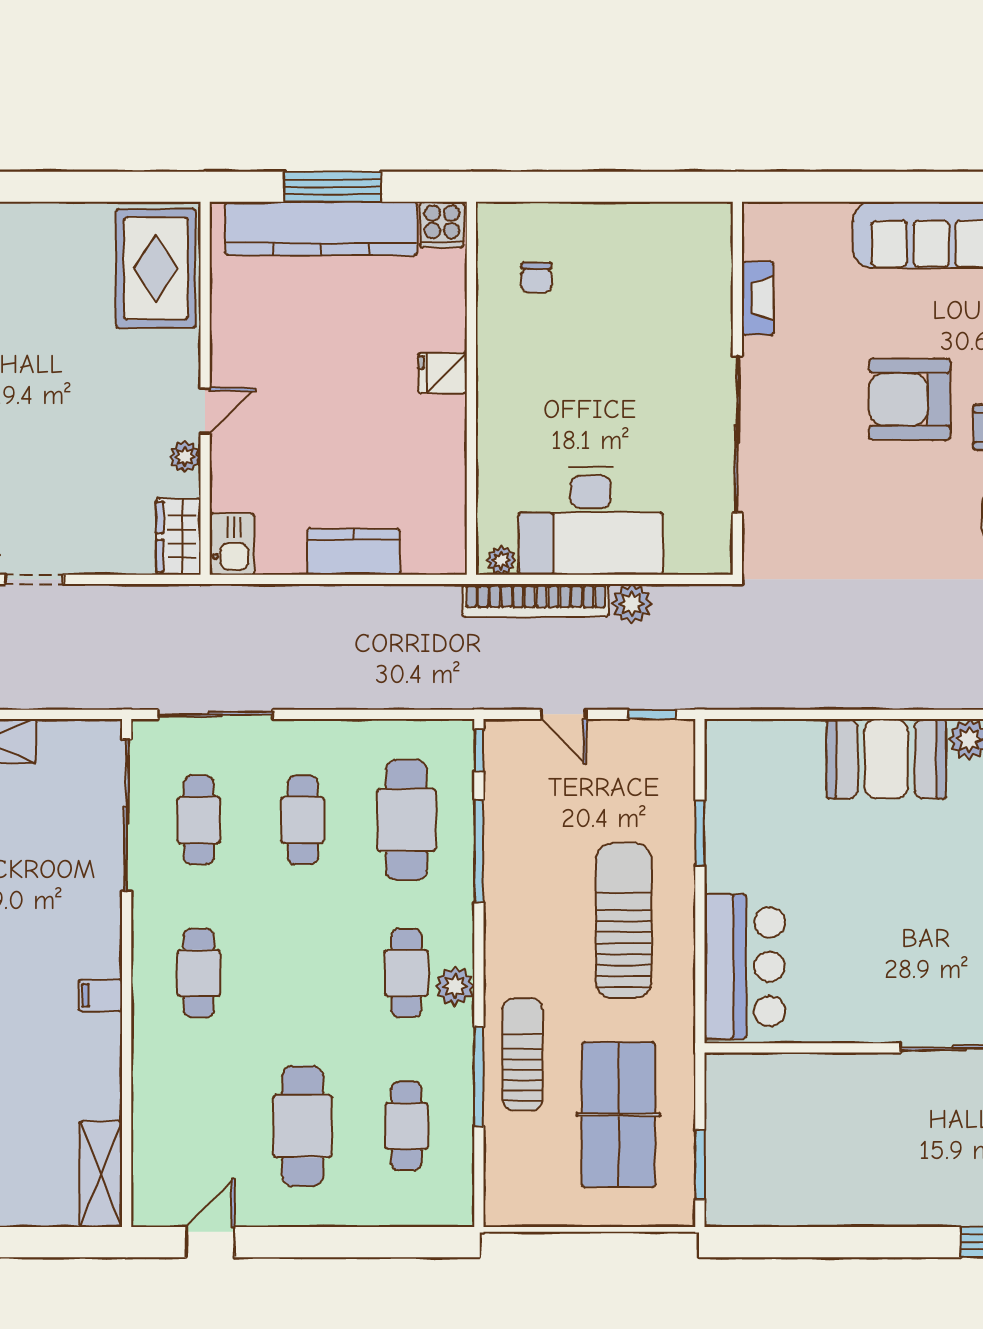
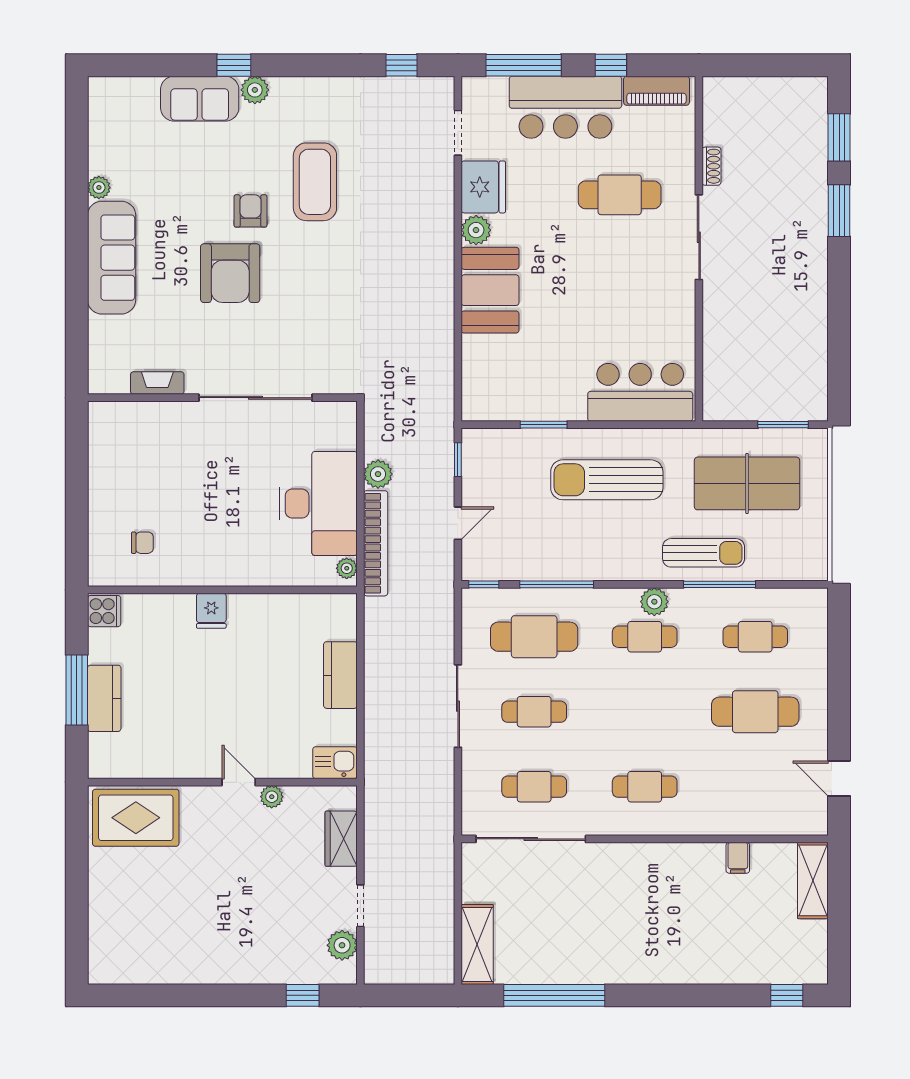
kitchen counter: (321, 229) -> (104, 698), width x0.48, depth x0.86
wardrobe: (178, 537) -> (341, 839), moved, turned 90
sliding door: (216, 714) -> (458, 706), moved
filing cabinet: (100, 995) -> (738, 858), moved
sun lounger: (523, 1054) -> (704, 553), turned 180
shelving: (101, 1174) -> (813, 880), moved, turned 90

